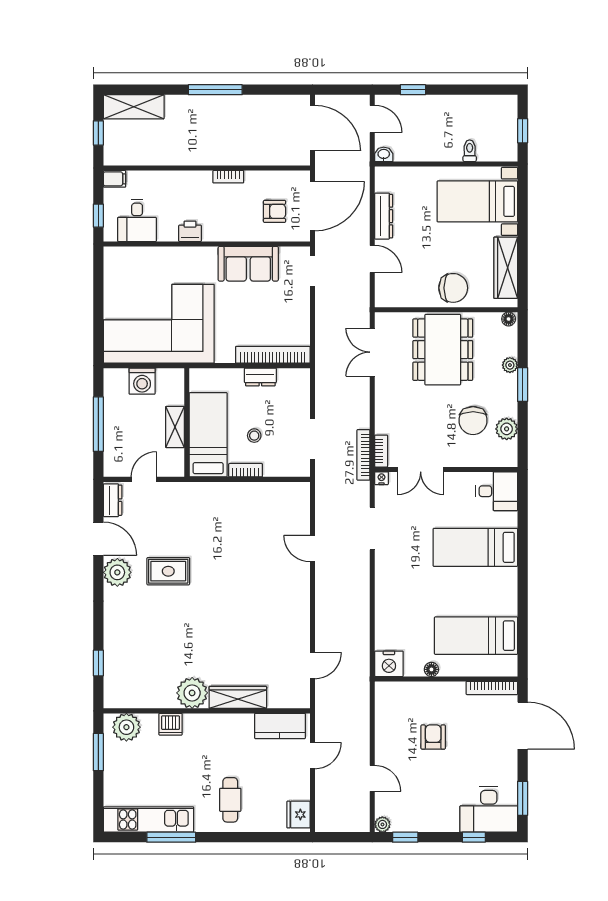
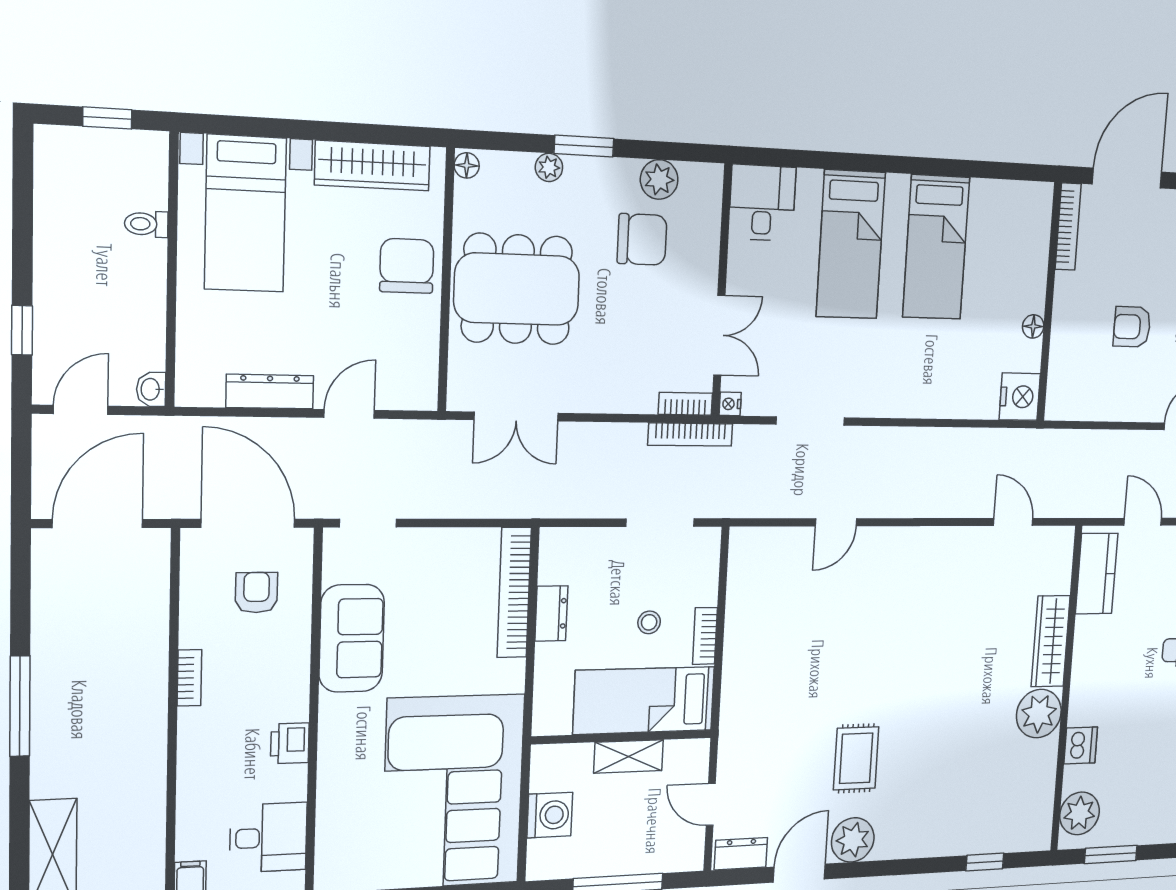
bed: (476, 636) -> (936, 247), moved

